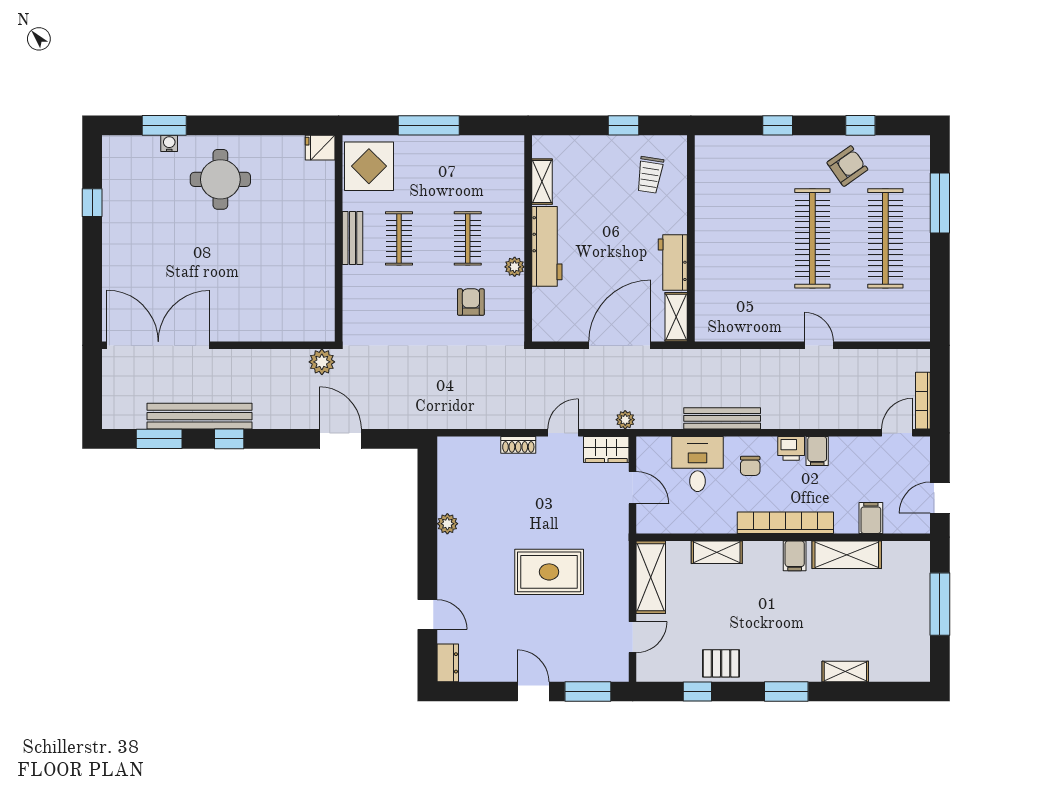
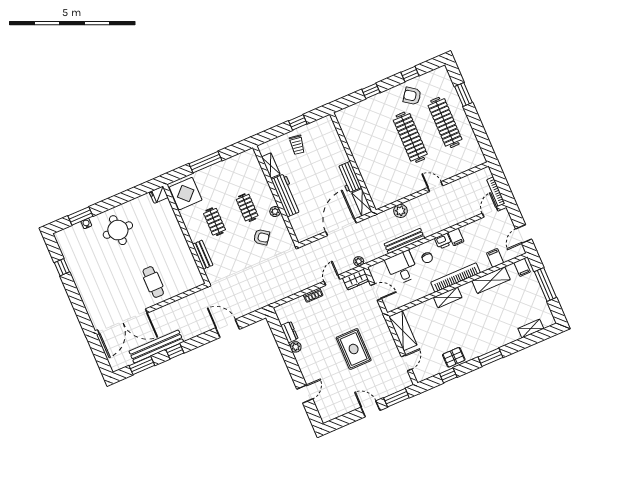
armchair: (847, 166) -> (412, 96), turned -109
trolley: (650, 175) -> (297, 145), moved
window: (940, 203) -> (463, 95), width x0.69
bench: (352, 238) -> (203, 255), moved
cafe table: (243, 299) -> (153, 282), added
armchair: (471, 302) -> (262, 237), turned 126
double door: (158, 345) -> (122, 321), swing flipped
plant: (322, 362) -> (401, 211), moved
shelving: (717, 552) -> (448, 297), moved
filing cabinet: (795, 556) -> (522, 267), moved
rug: (549, 572) -> (354, 349), turned 90
door: (427, 615) -> (305, 394), hinge flipped
dresser: (448, 663) -> (289, 332), moved
shelving: (845, 671) -> (531, 329), moved

